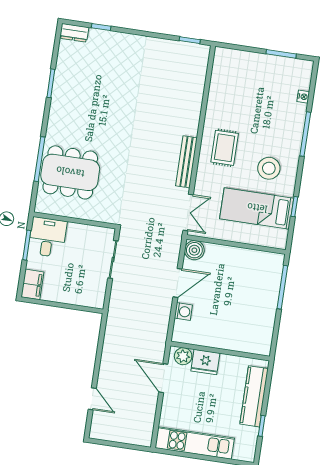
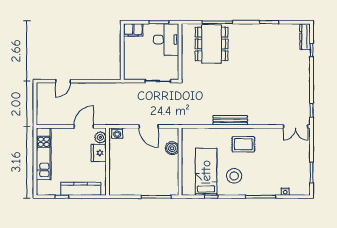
dresser: (74, 33) -> (305, 37), width x1.44
double door: (188, 212) -> (296, 126), moved
desk: (47, 237) -> (166, 40), width x1.37
boiler: (194, 250) -> (172, 148), moved
washing machine: (183, 312) -> (117, 133), moved

